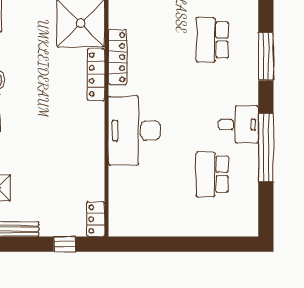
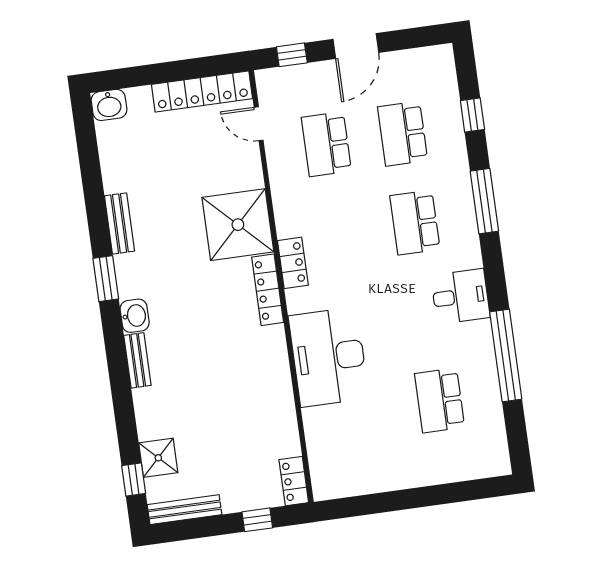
window: (266, 56) -> (484, 201), moved
locker: (118, 57) -> (293, 263), width x0.66
desk: (238, 125) -> (460, 296), moved

